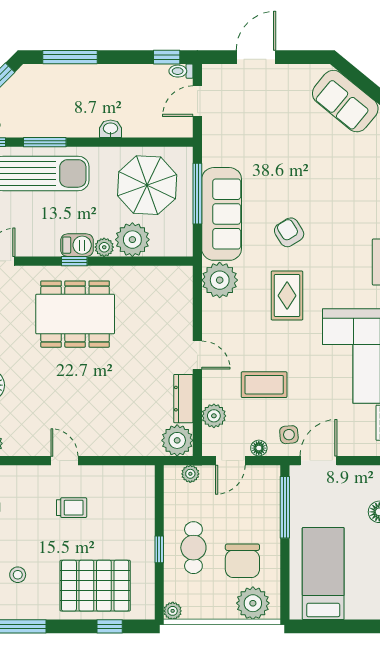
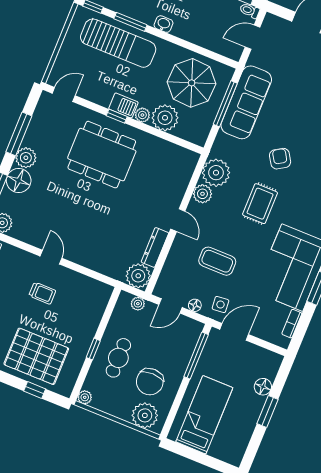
washbasin: (111, 129) -> (163, 24), moved
sofa: (222, 214) -> (246, 102), moved
plant: (214, 416) -> (202, 194), moved

